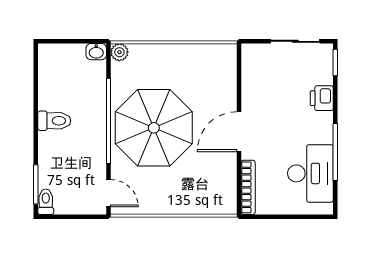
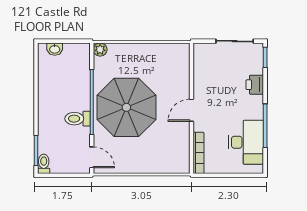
washbasin: (96, 52) -> (55, 49), moved
toilet: (54, 121) -> (78, 119), moved, turned 180
door: (239, 132) -> (191, 110), width x0.73

